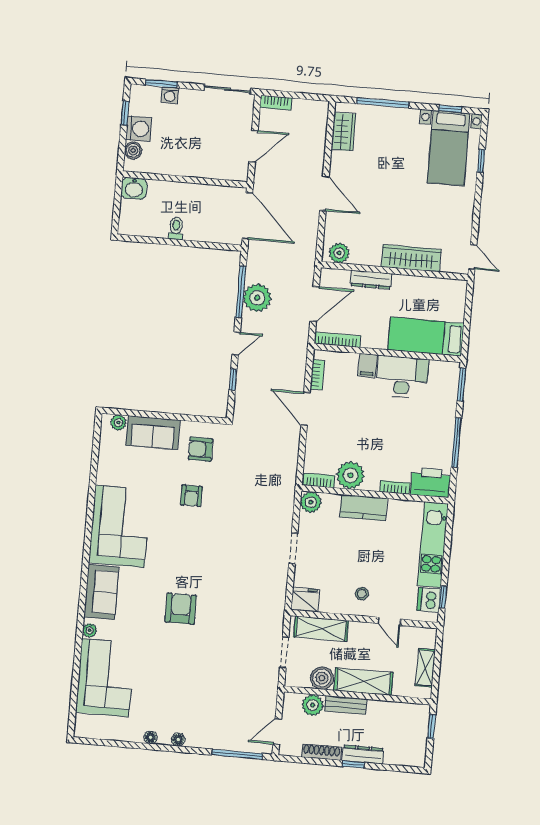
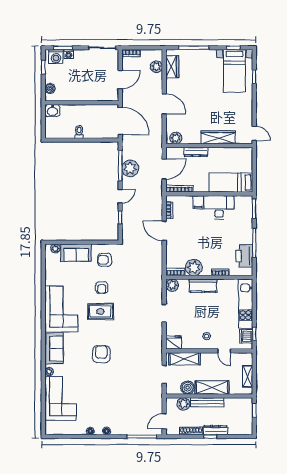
washing machine: (139, 129) -> (56, 57), moved, turned 90
plant: (317, 130) -> (156, 67), added
printer: (431, 482) -> (244, 256), moved, turned -90
rug: (186, 536) -> (100, 311), added
bench: (346, 705) -> (207, 402), width x1.36

